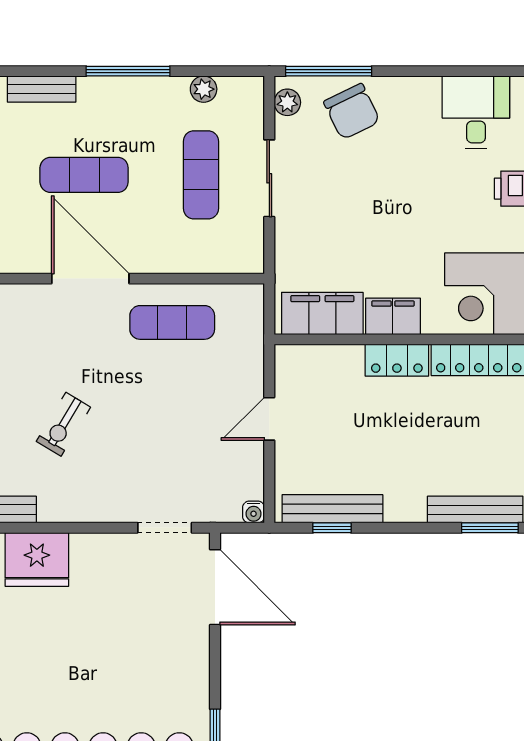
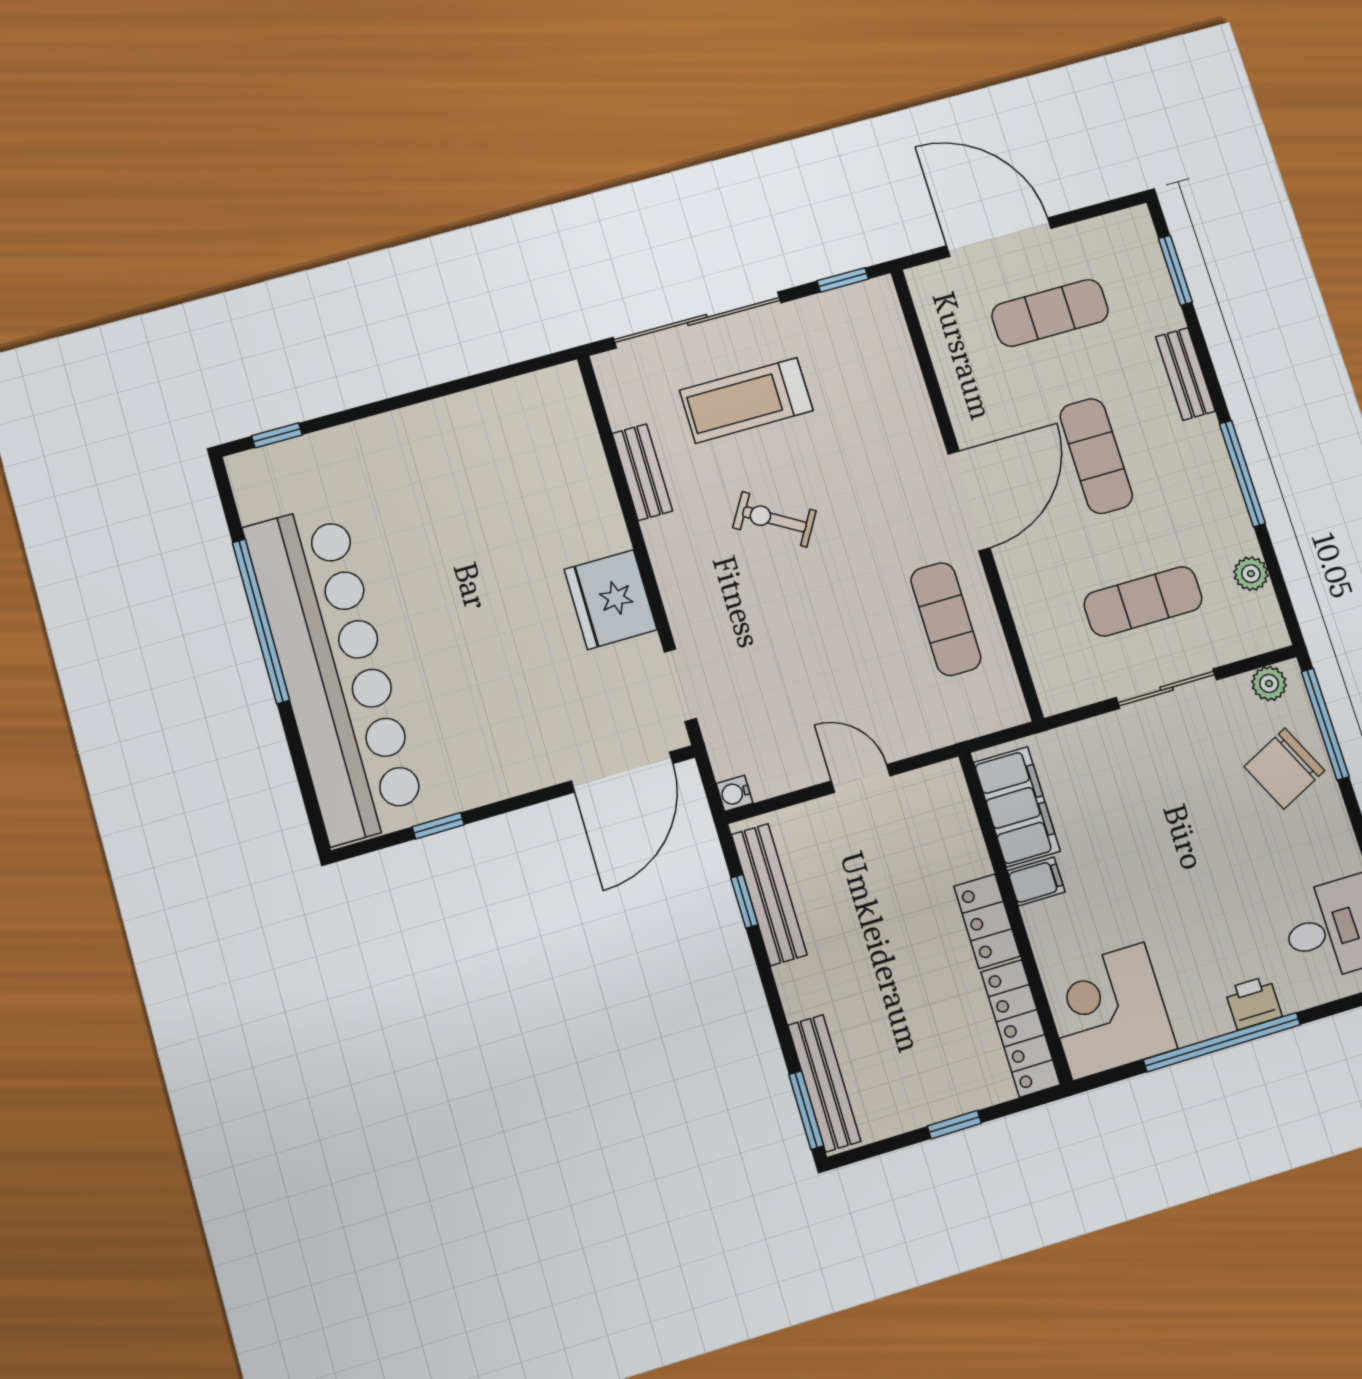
filing cabinet: (393, 316) -> (1036, 881), width x0.50
fridge: (37, 559) -> (611, 600), moved

